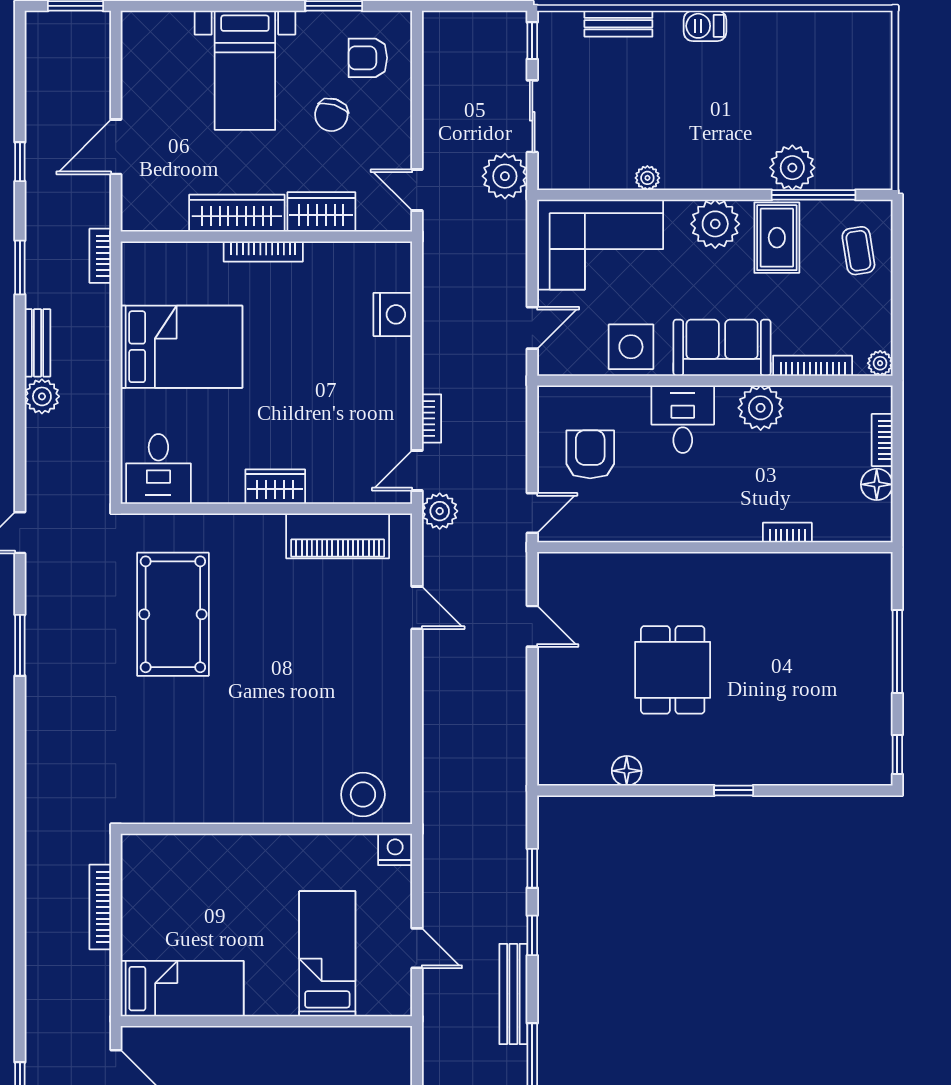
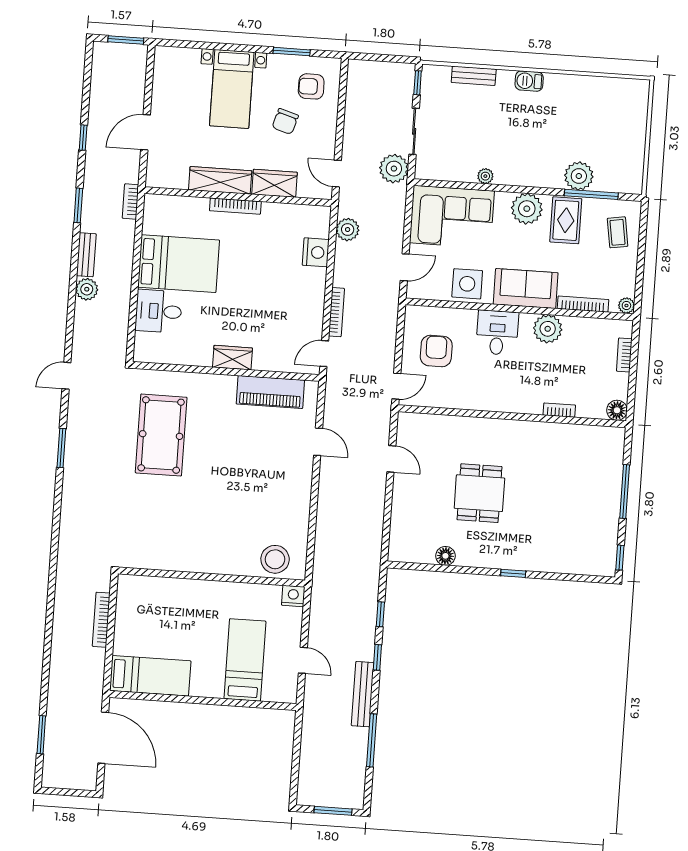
bookcase: (431, 418) -> (336, 312), width x1.56
desk: (158, 469) -> (159, 311), moved, turned 90
floor lamp: (877, 484) -> (617, 410), moved
plant: (440, 511) -> (348, 230), moved

